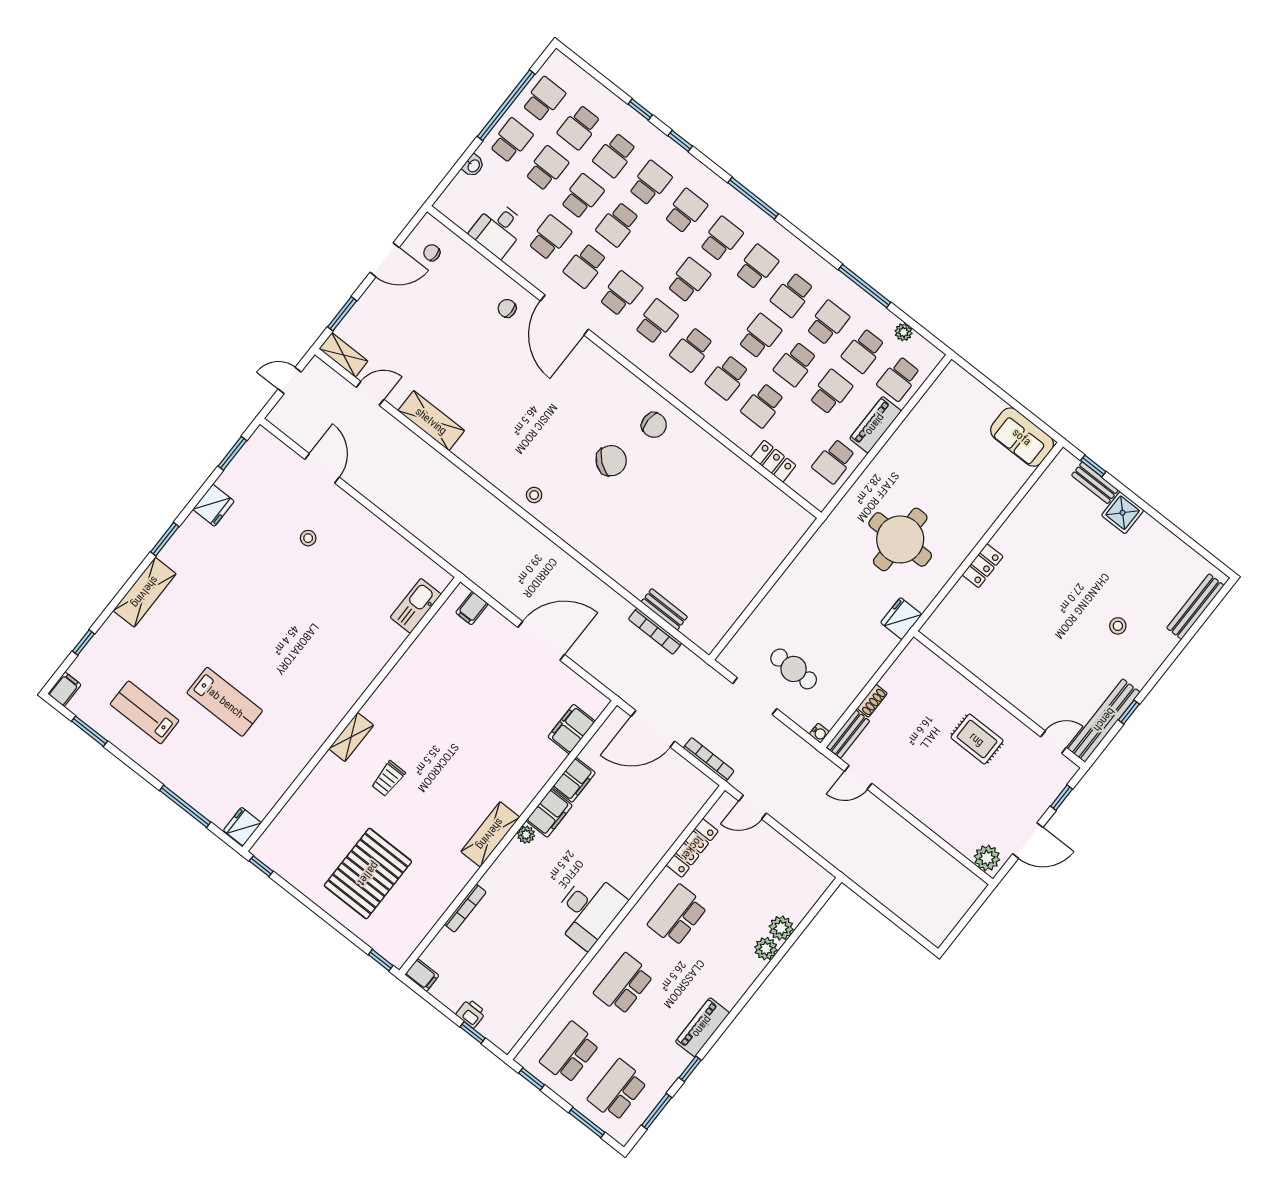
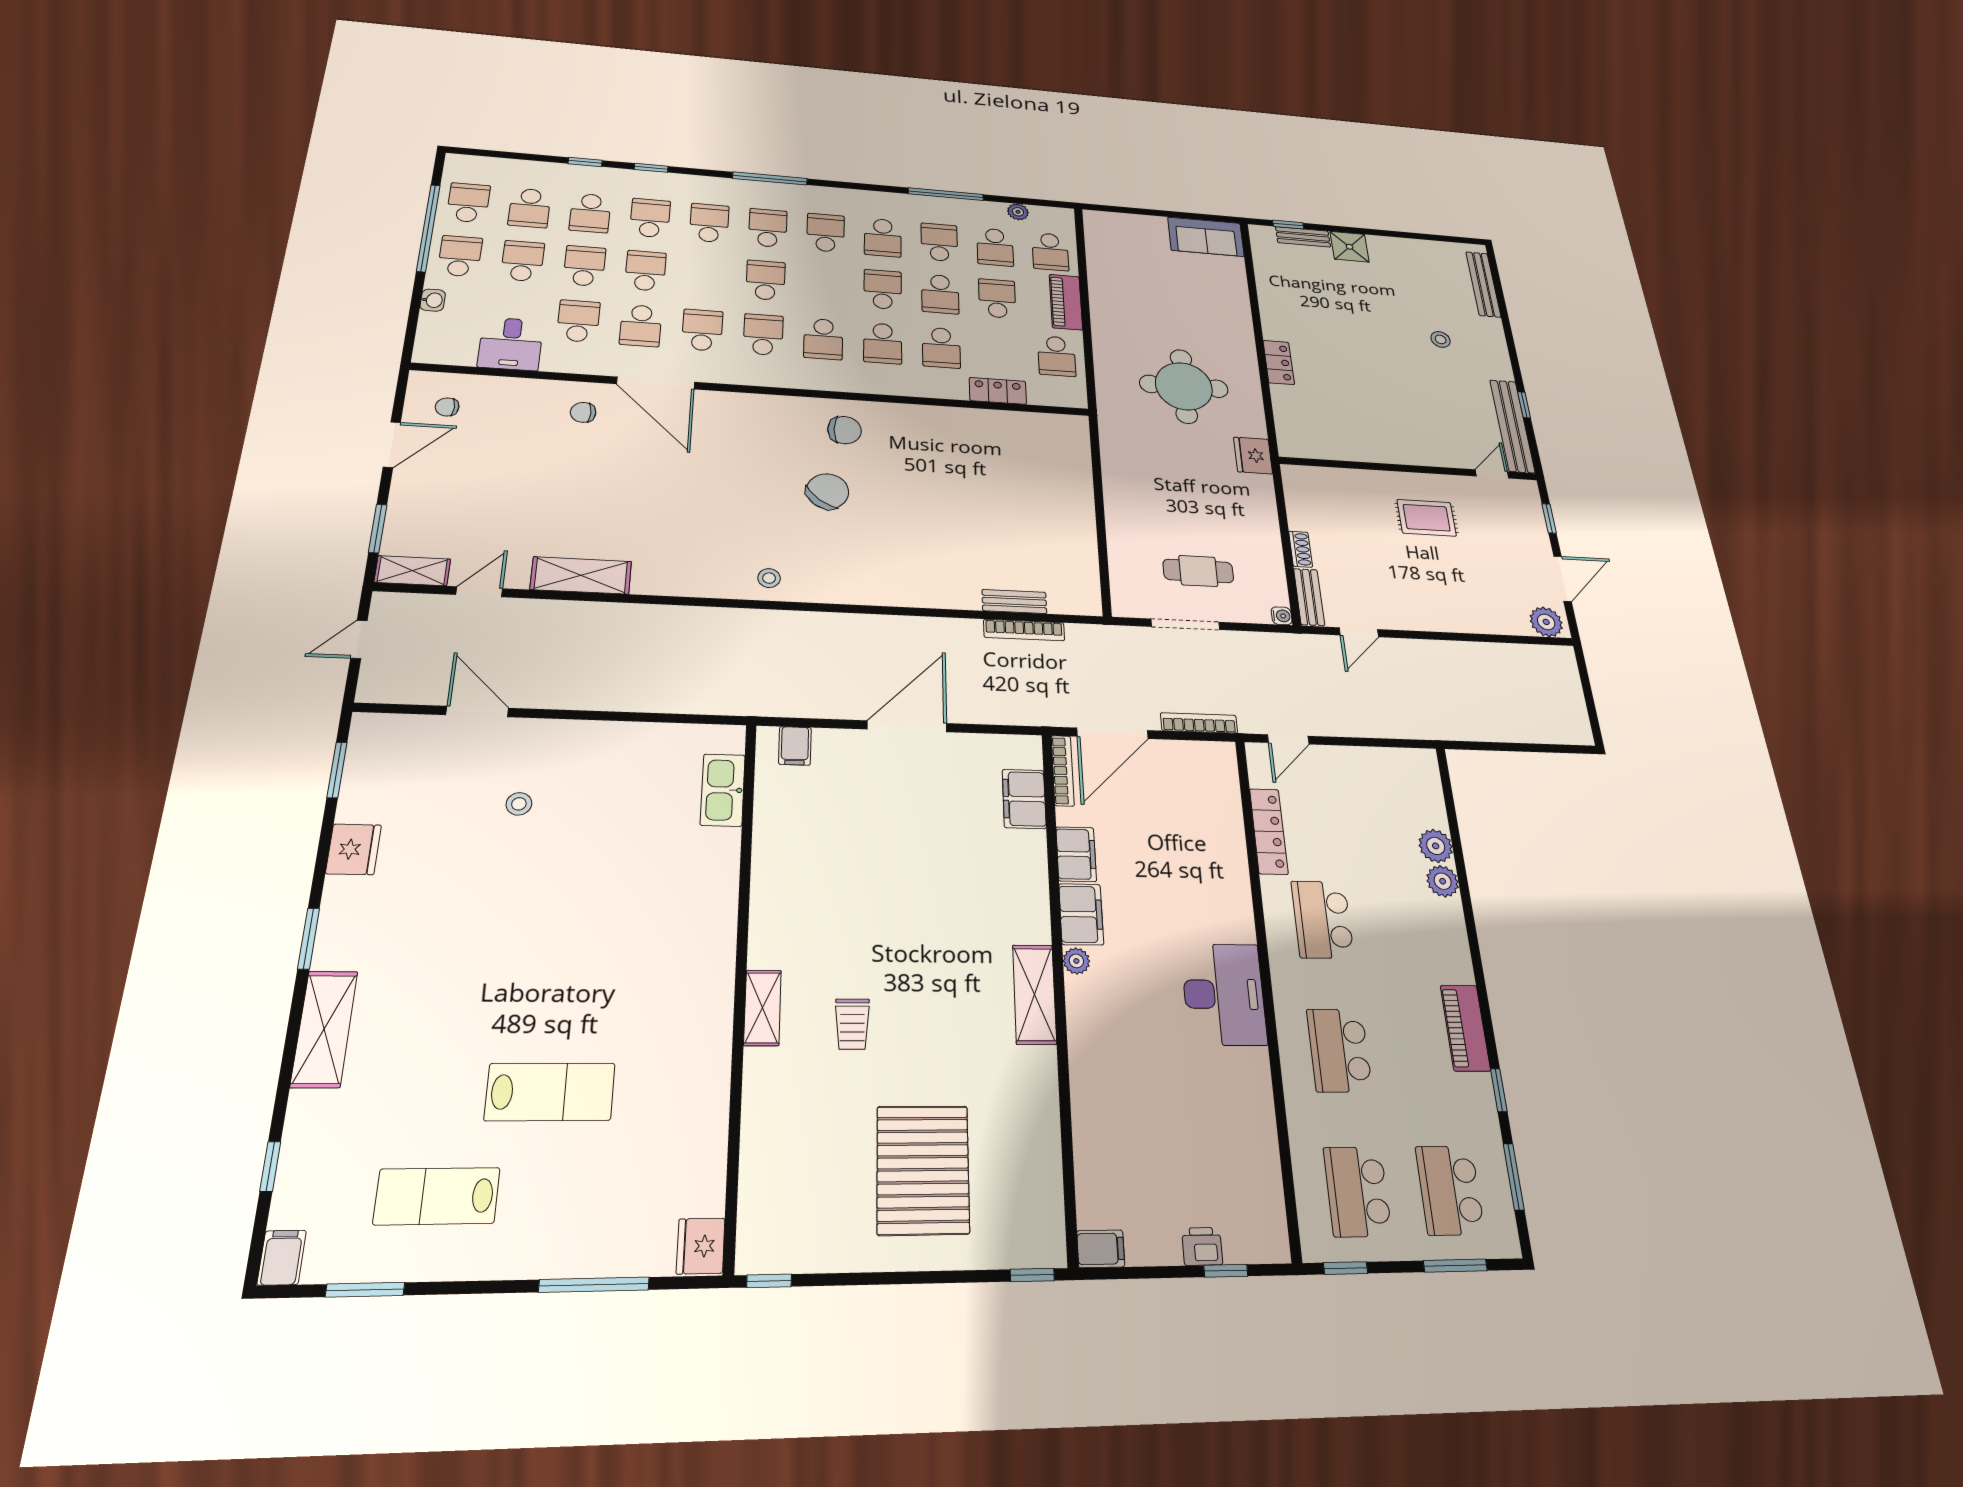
school desk: (618, 224) -> (646, 271), turned 180
bookcase: (465, 908) -> (1063, 771), moved

